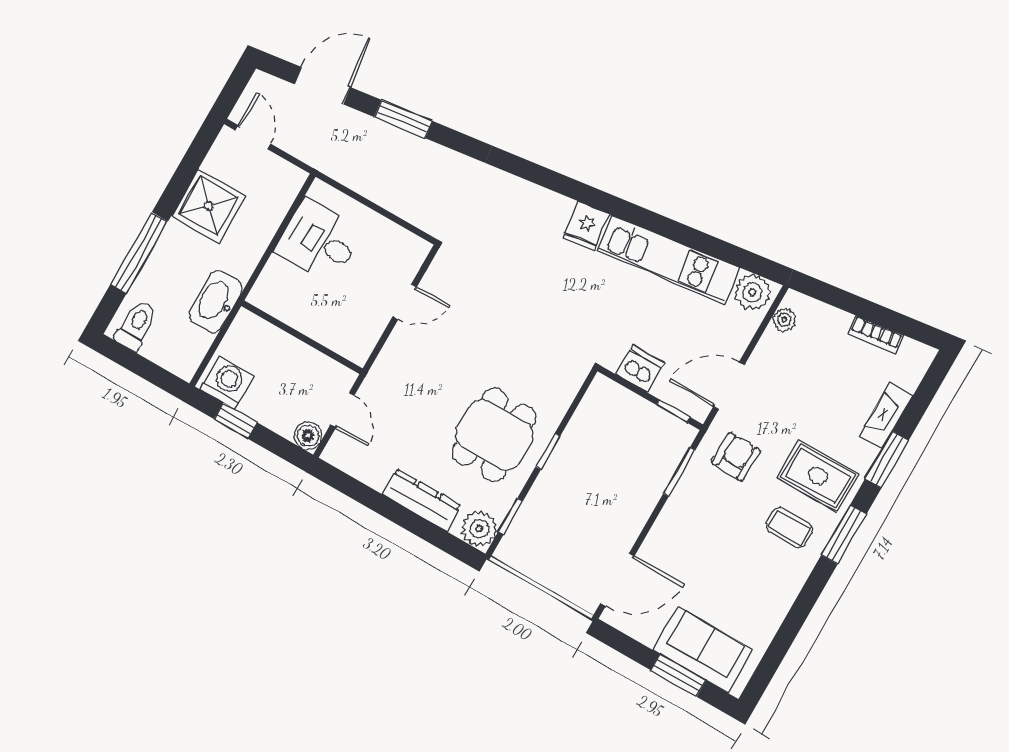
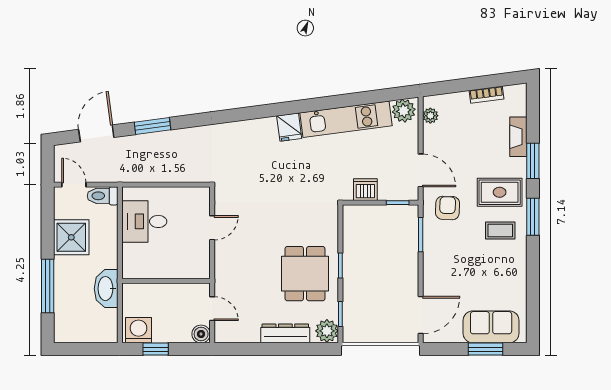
toilet: (136, 325) -> (103, 196), moved, turned -90
door: (729, 386) -> (421, 170), swing flipped

